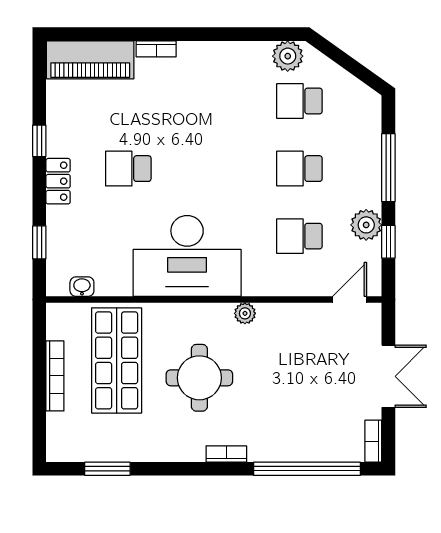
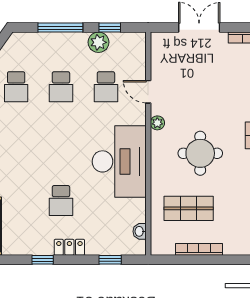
door: (350, 300) -> (148, 92), moved
shop shelf: (117, 360) -> (189, 208), width x0.70, depth x0.74

